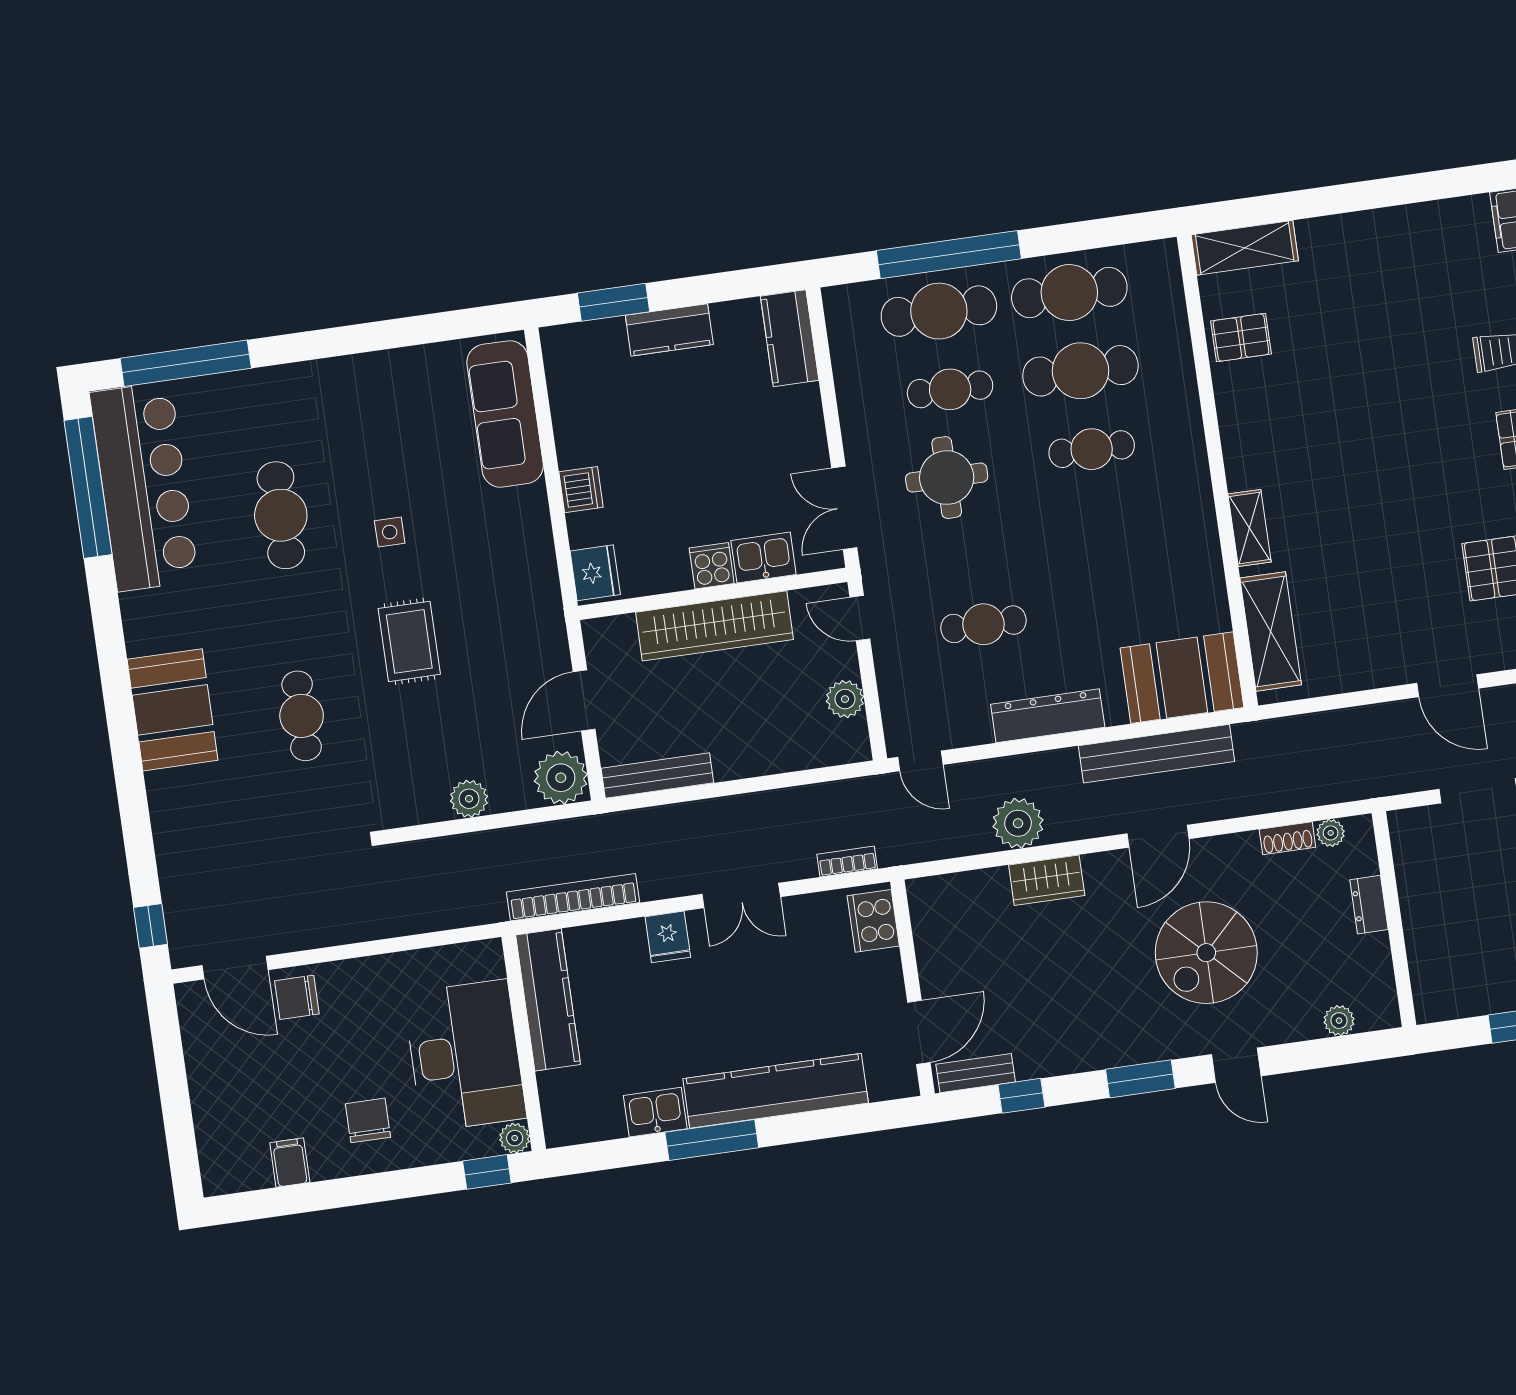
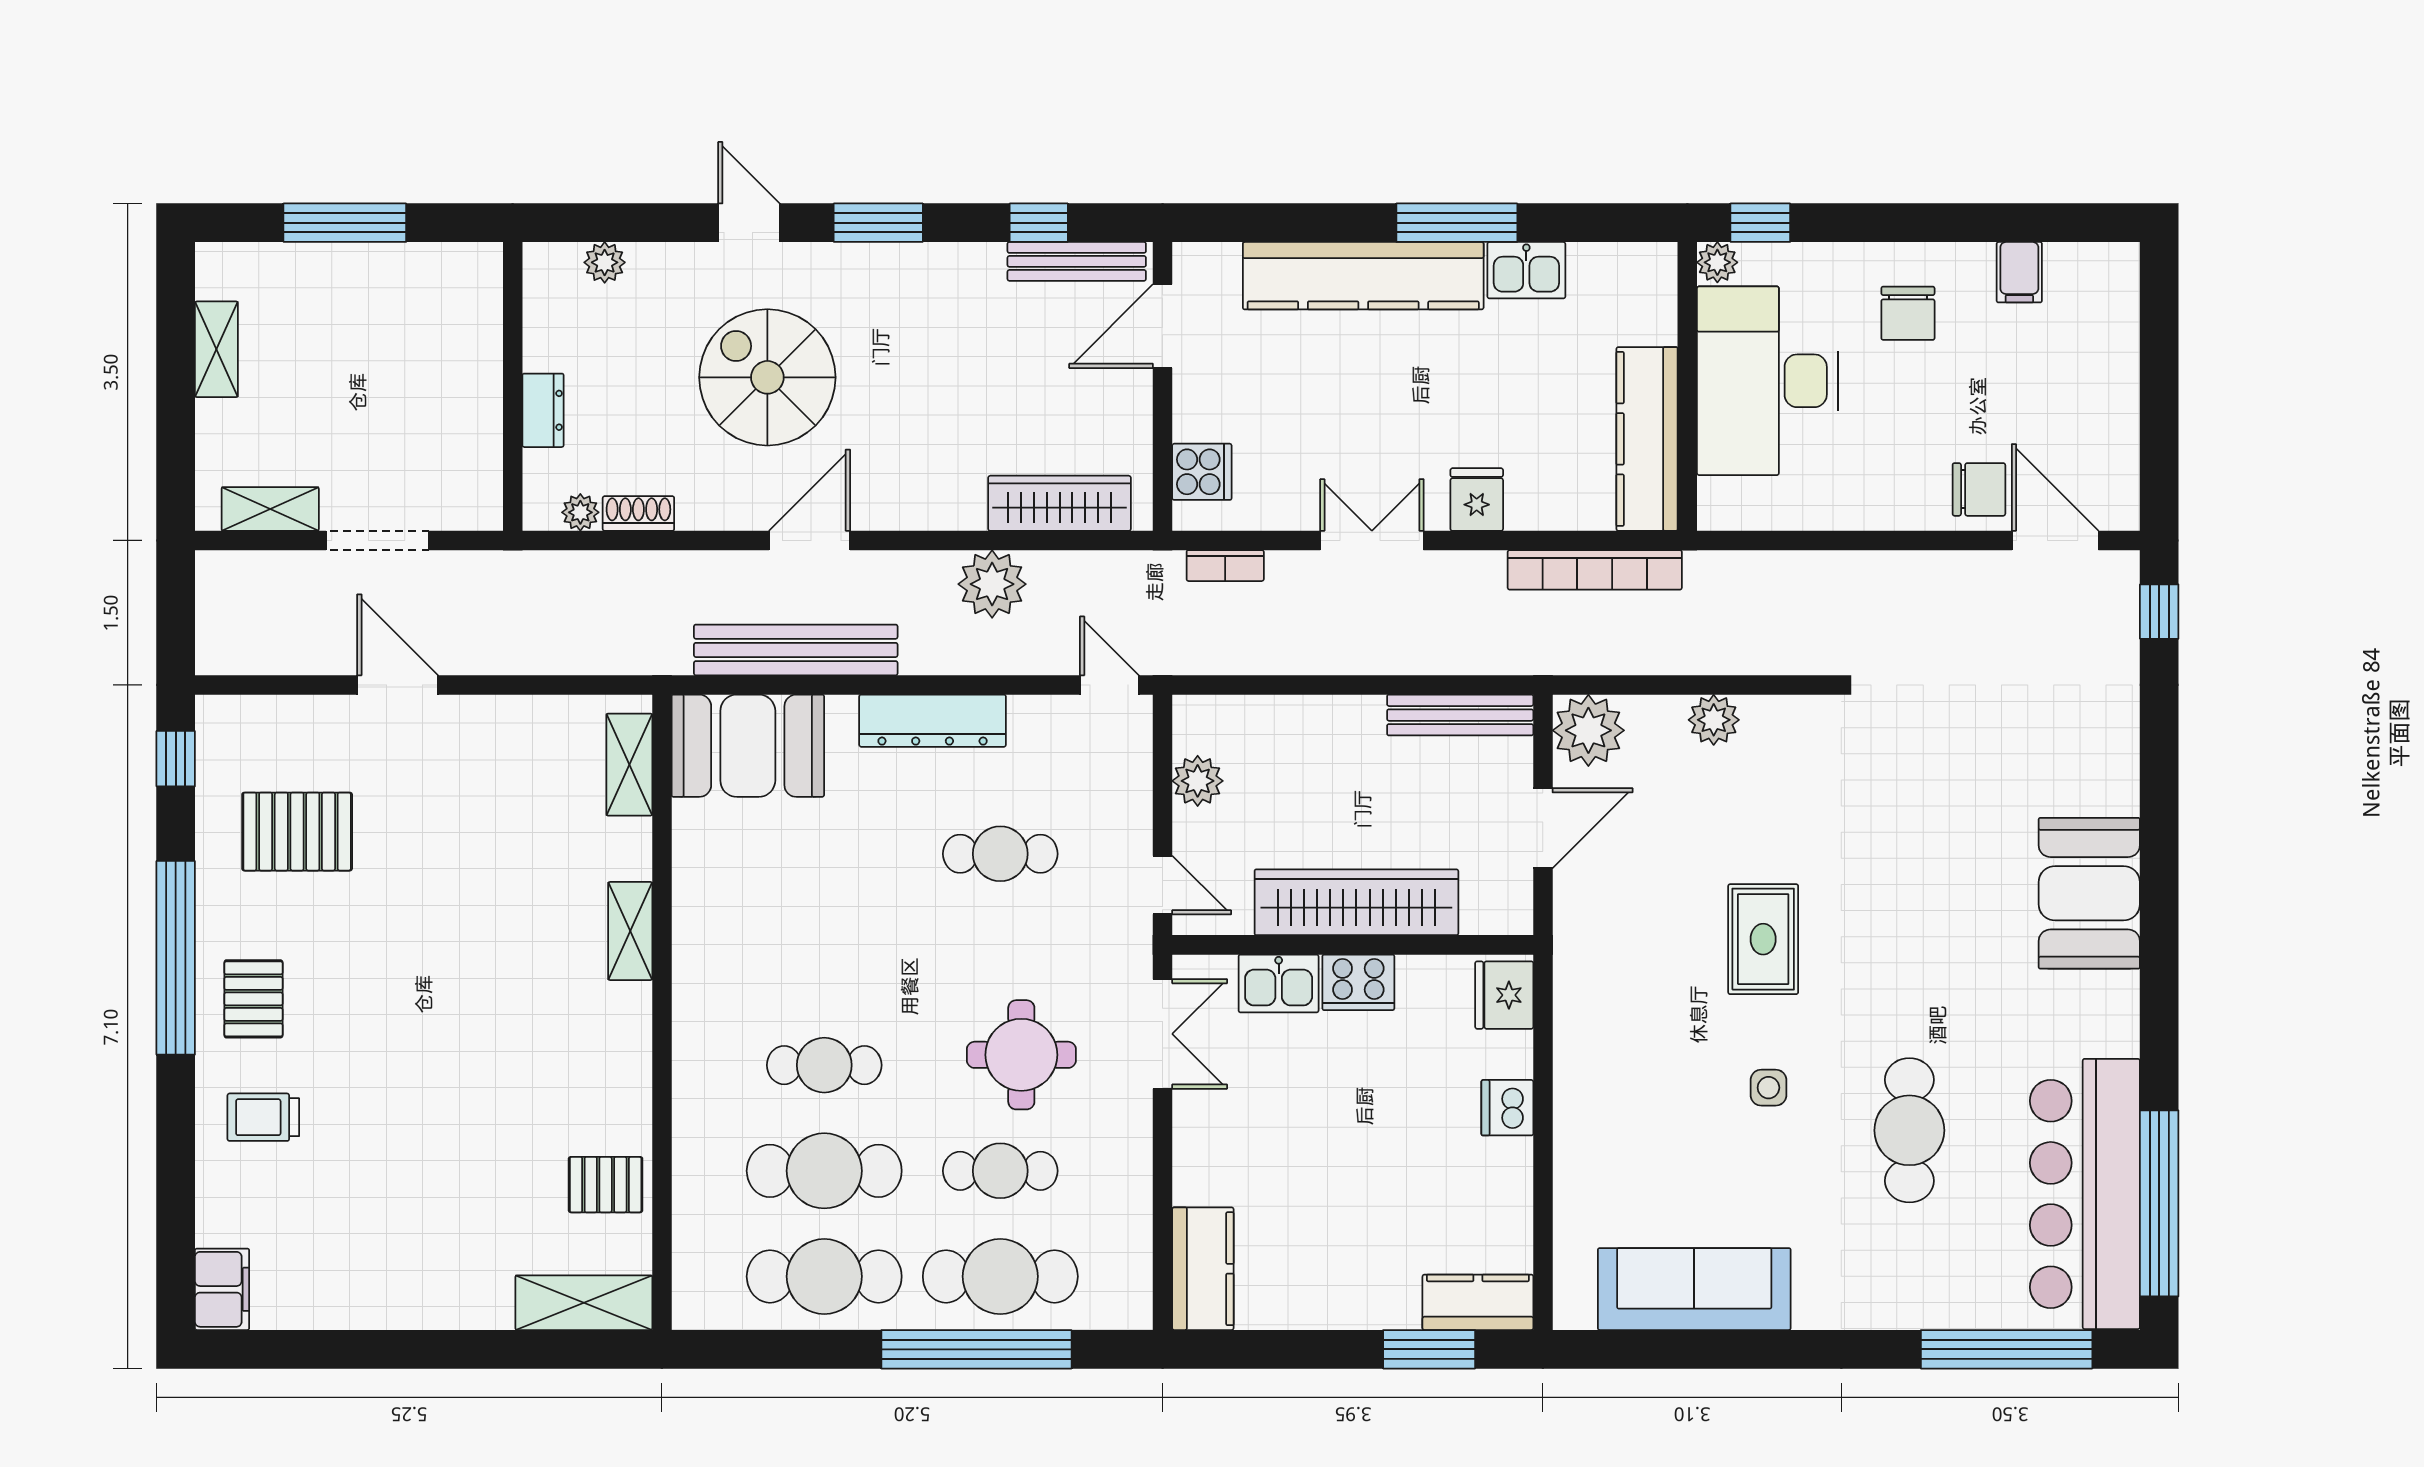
kitchen counter: (669, 330) -> (1478, 1302), moved
sofa: (505, 414) -> (1694, 1289), moved, turned -90
cooker: (712, 566) -> (1358, 982), width x1.36
shelving: (1271, 631) -> (629, 765), width x0.67, depth x0.75
cafe table: (302, 716) -> (1920, 861), removed
wardrobe: (1047, 880) -> (1060, 503), moved, width x1.50
cooker: (873, 921) -> (1202, 472), width x0.73
spiral stairs: (1206, 953) -> (767, 377), turned -90
bench: (976, 1073) -> (1077, 261), width x1.36

